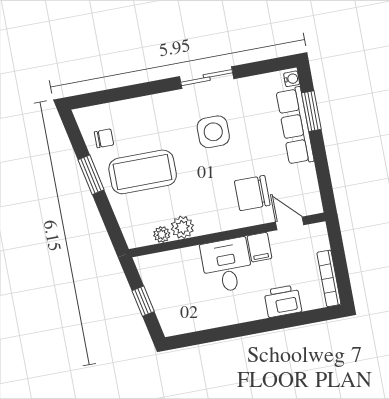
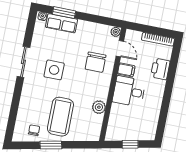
row of seats: (295, 126) -> (62, 23), width x0.68
door: (290, 223) -> (120, 49), swing flipped
plant: (162, 234) -> (116, 32), moved

